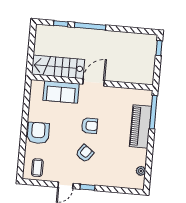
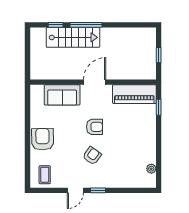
window: (159, 48) -> (159, 55), moved
stairs: (58, 67) -> (73, 37), moved, turned 180
window: (153, 112) -> (159, 107), width x0.46
piano: (140, 126) -> (134, 94), moved, turned -90

